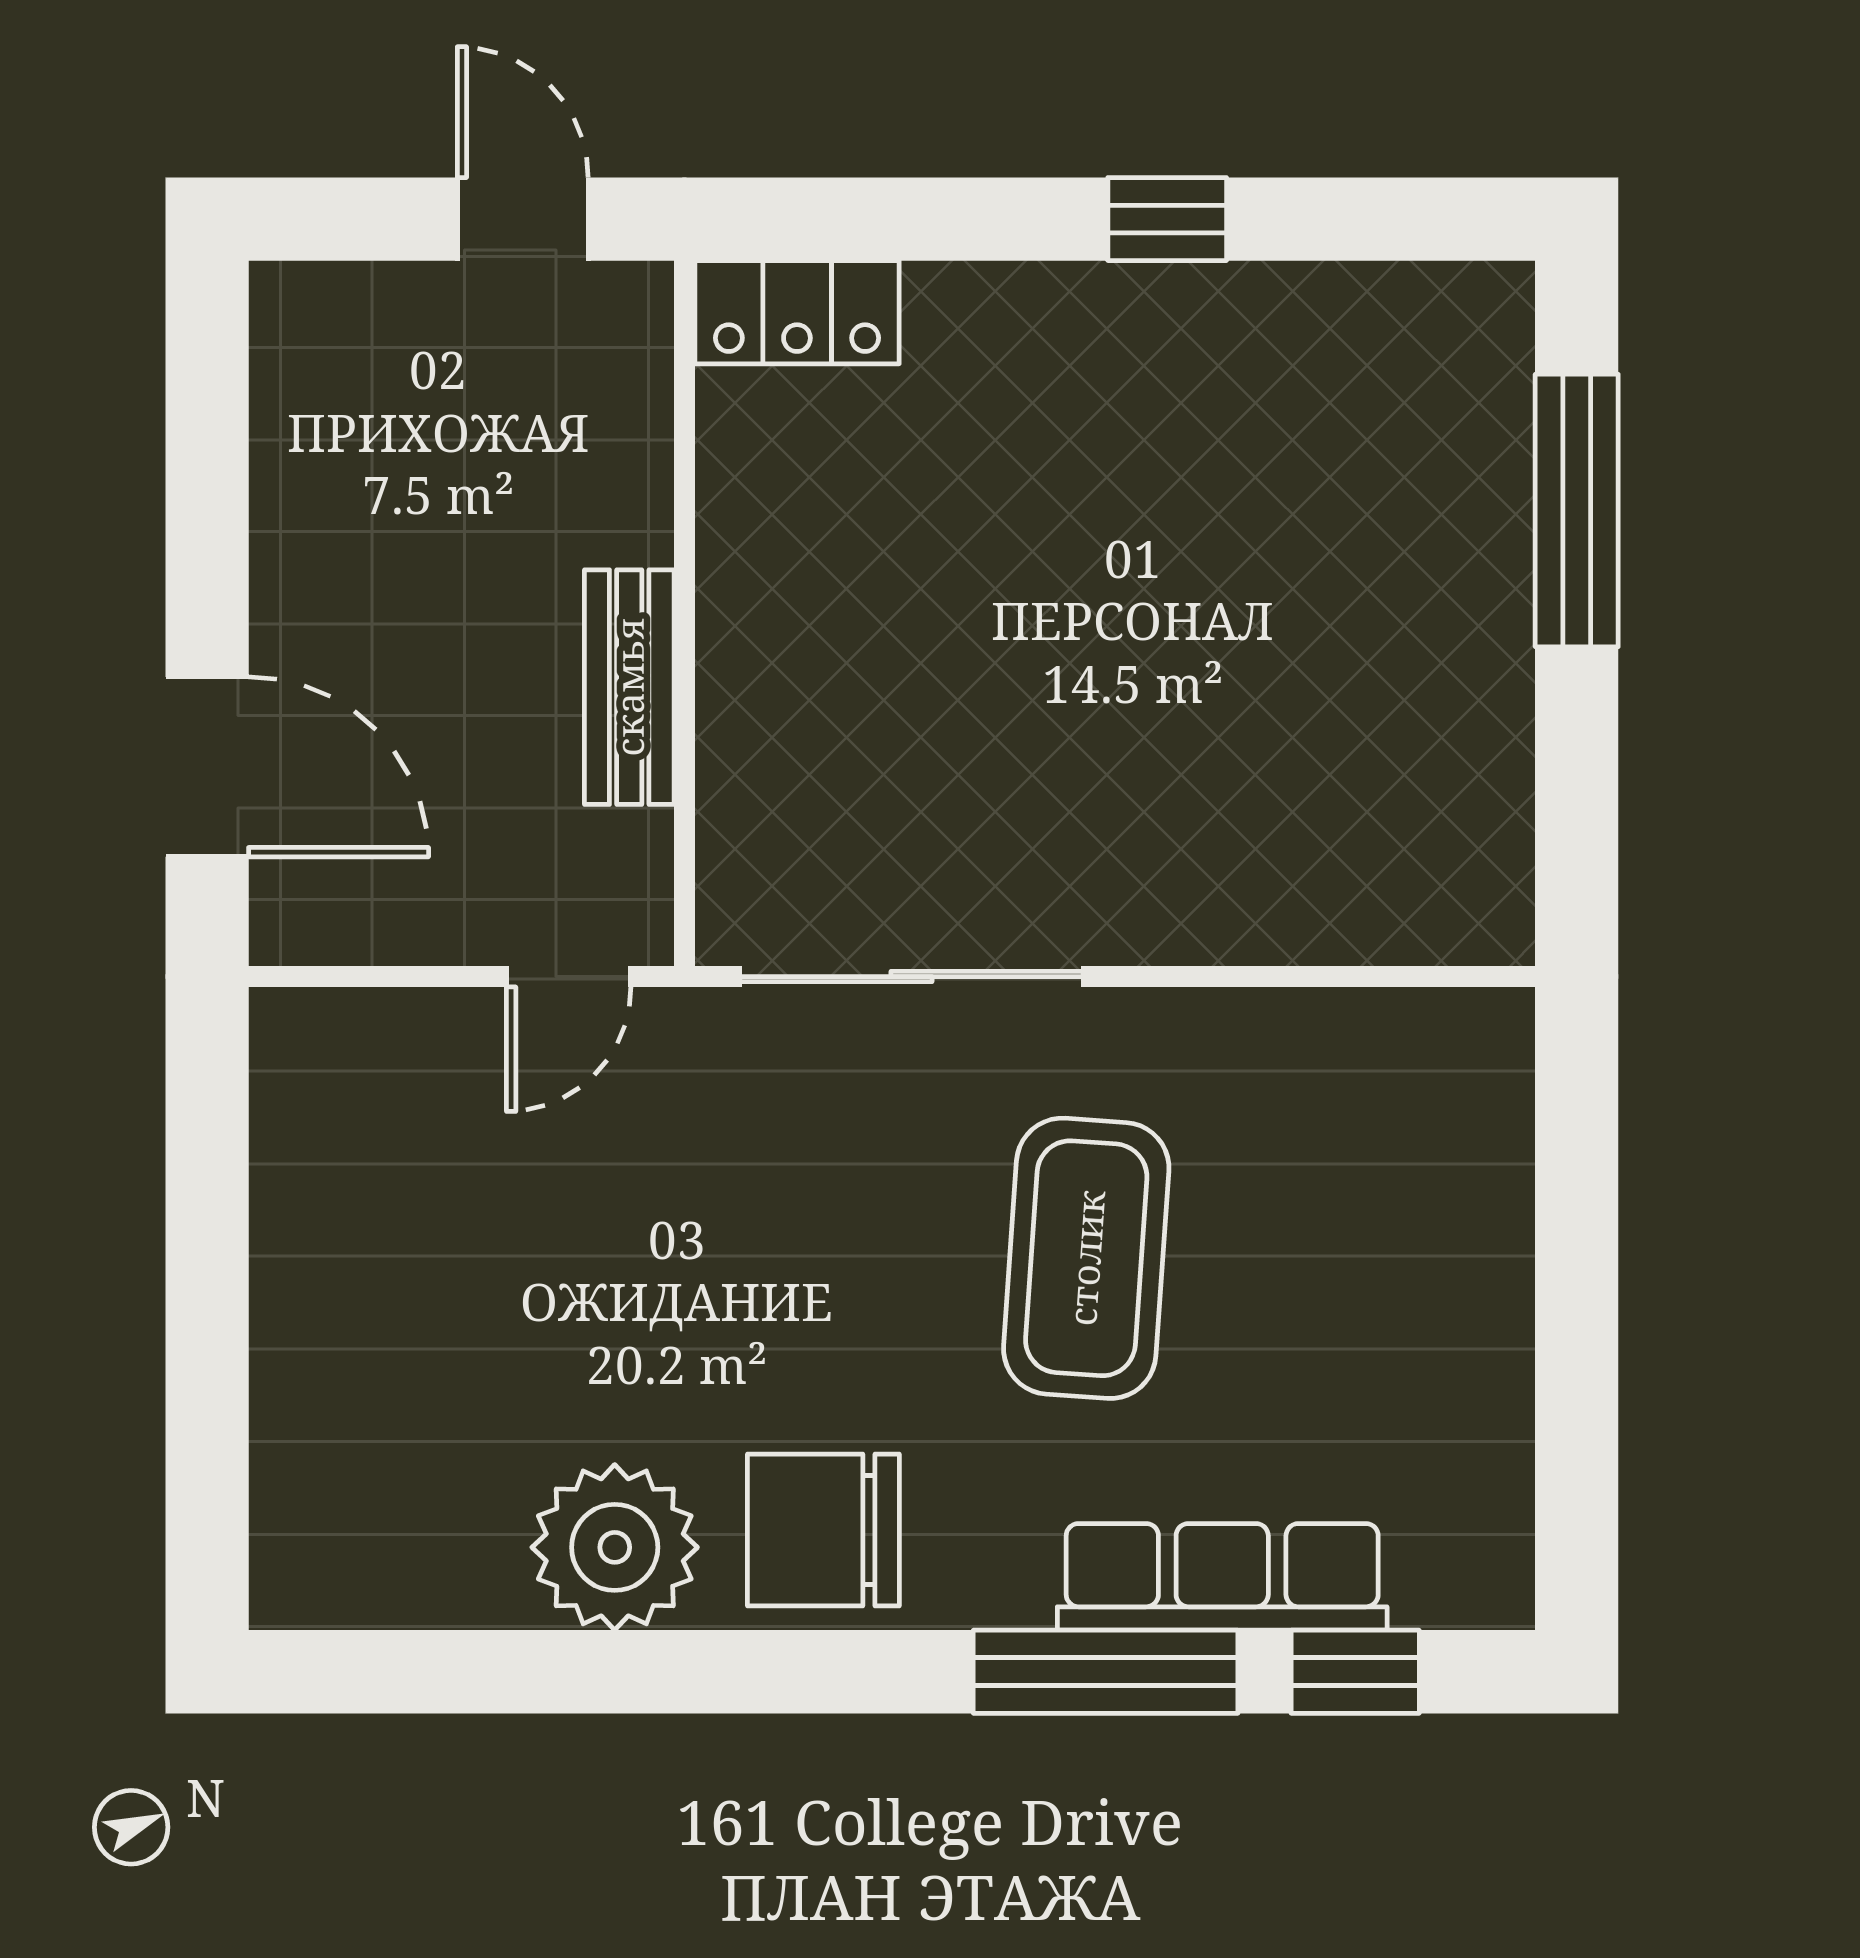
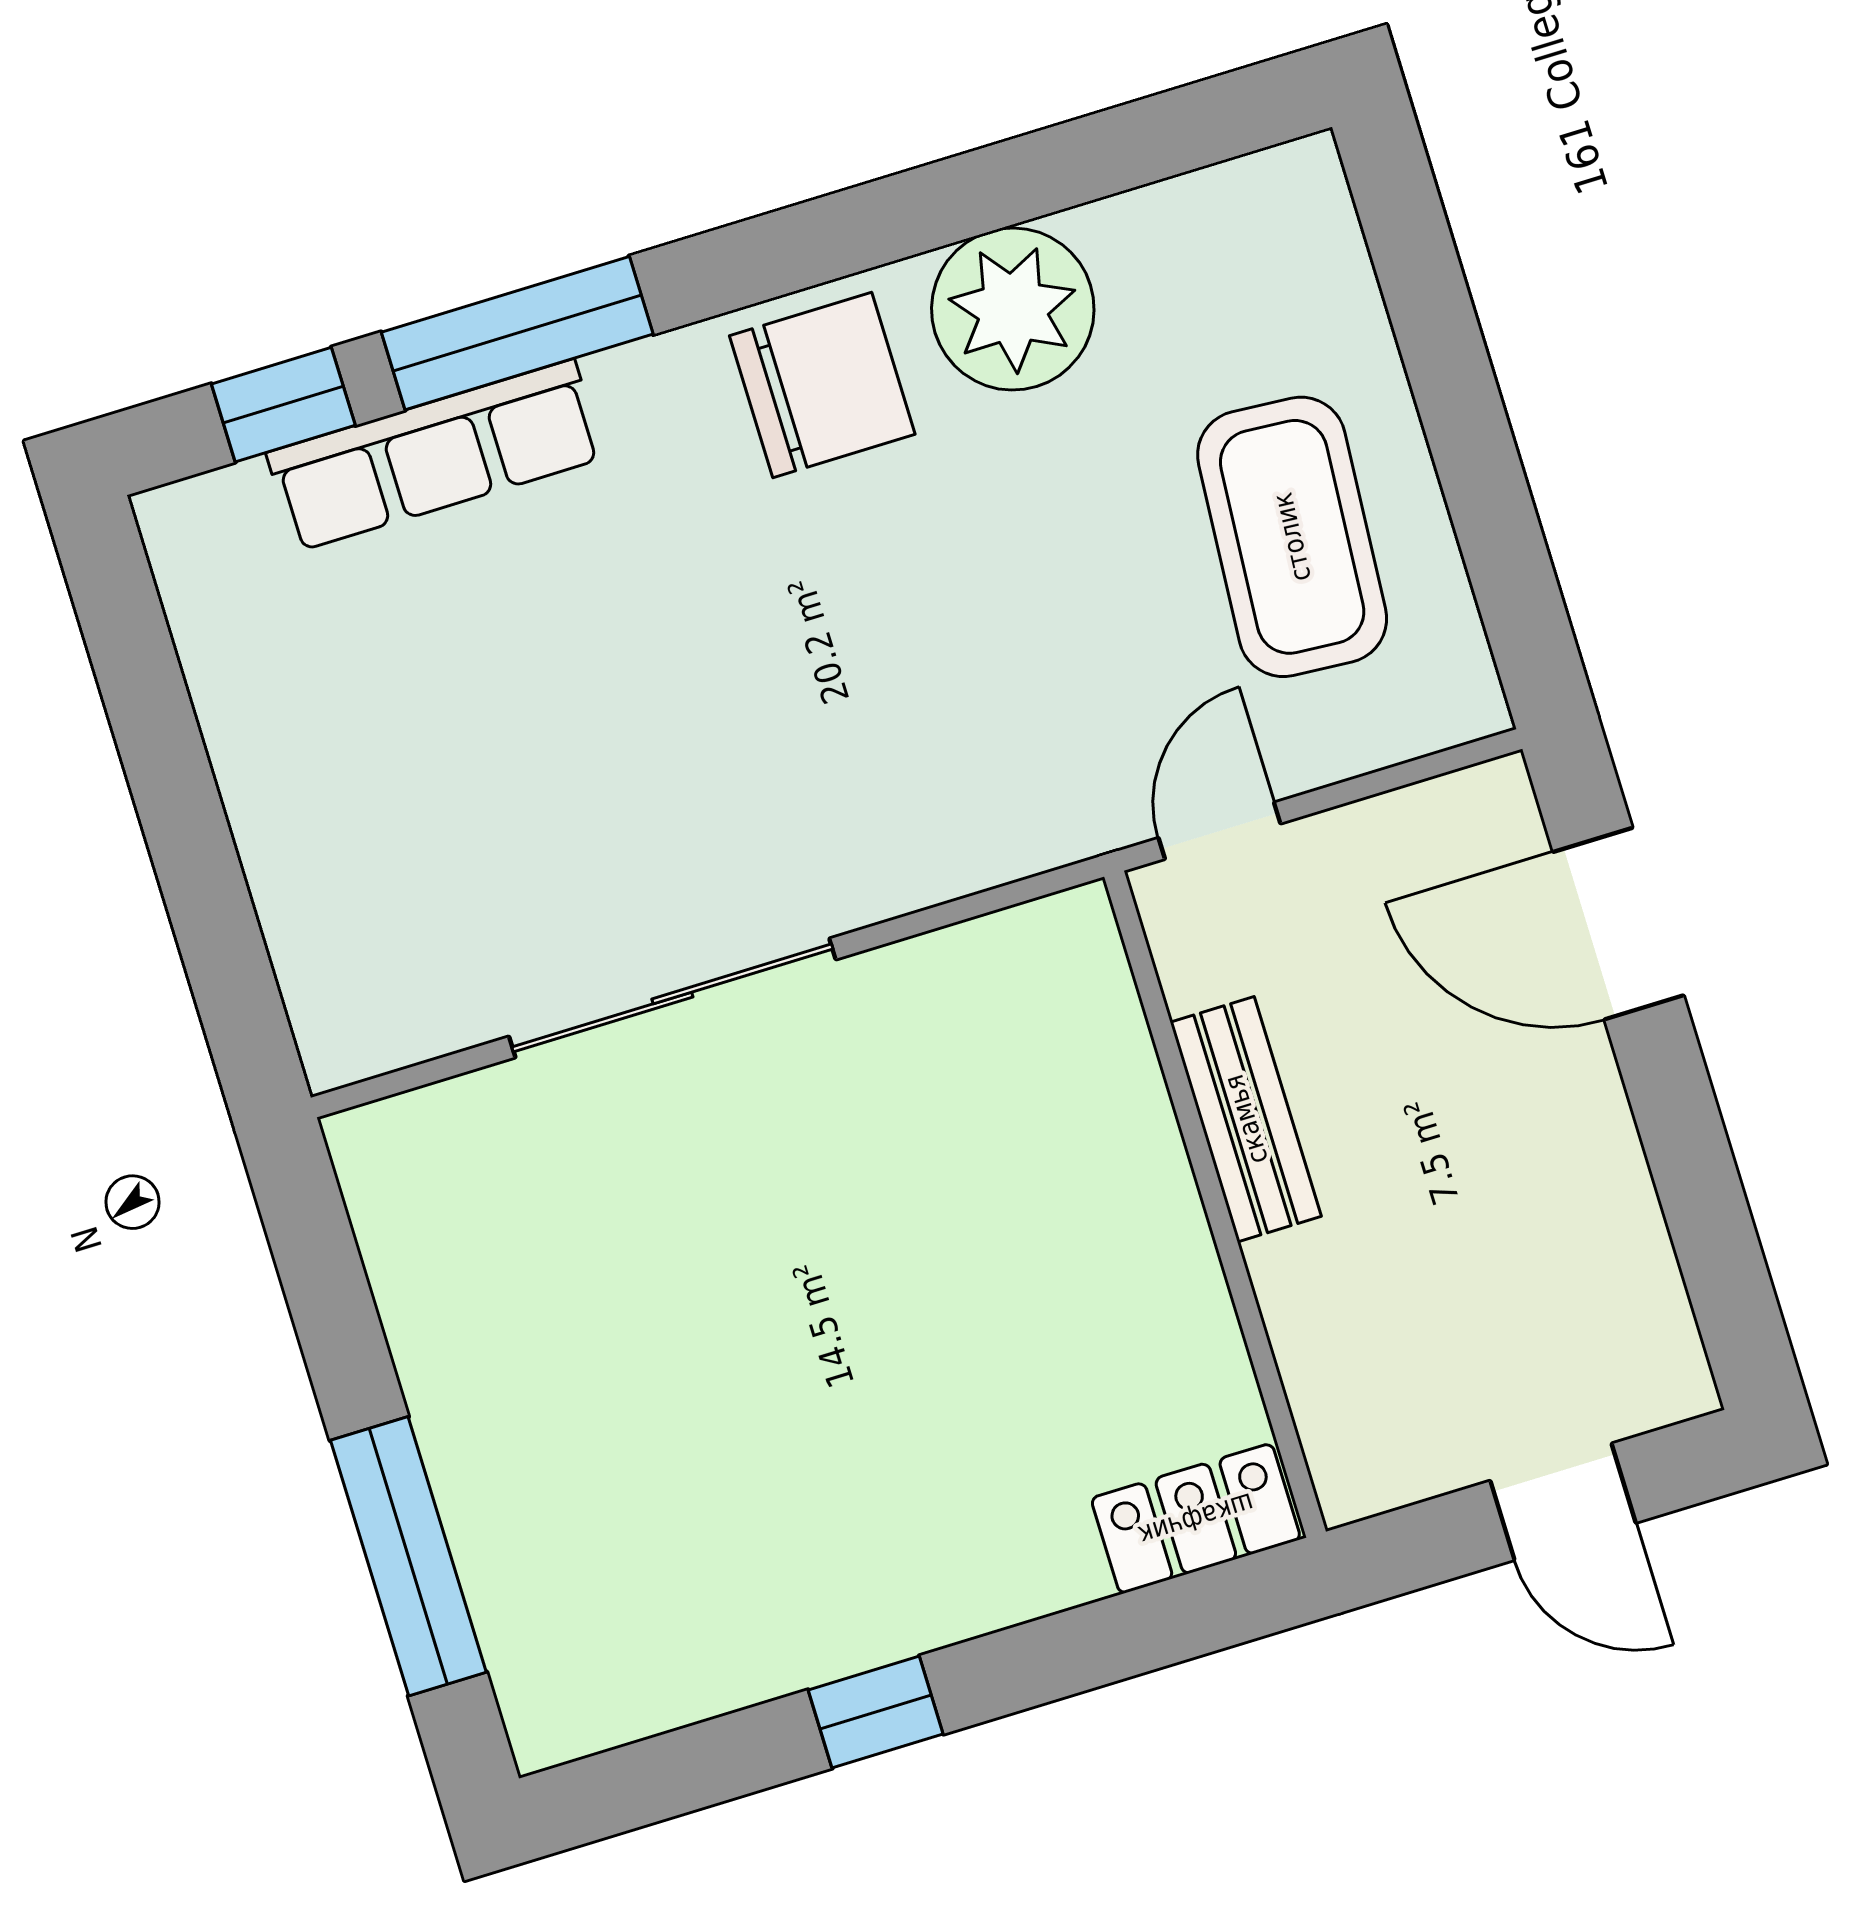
door: (523, 219) -> (1563, 1502), moved
sliding door: (912, 977) -> (672, 998), moved
coffee table: (1086, 1258) -> (1292, 537), moved

